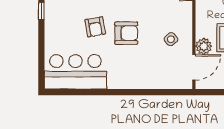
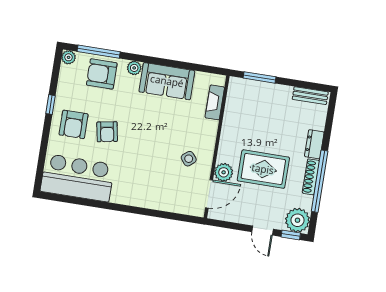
armchair: (126, 33) -> (74, 124), moved, turned 90

